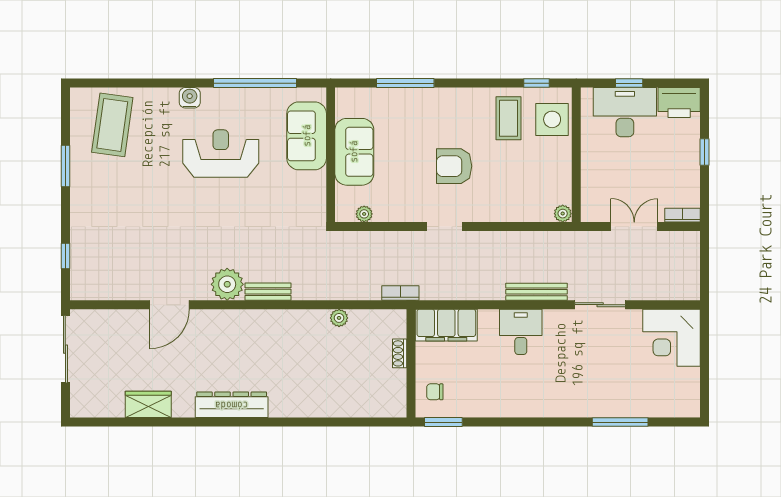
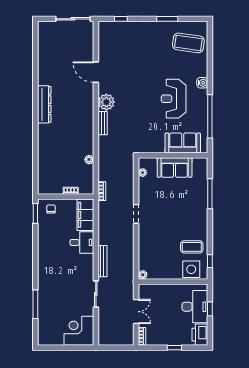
reception desk: (221, 154) -> (174, 99), turned 180
armchair: (454, 166) -> (167, 219), removed
desk: (521, 332) -> (82, 242), moved
wardrobe: (148, 404) -> (44, 61), removed

